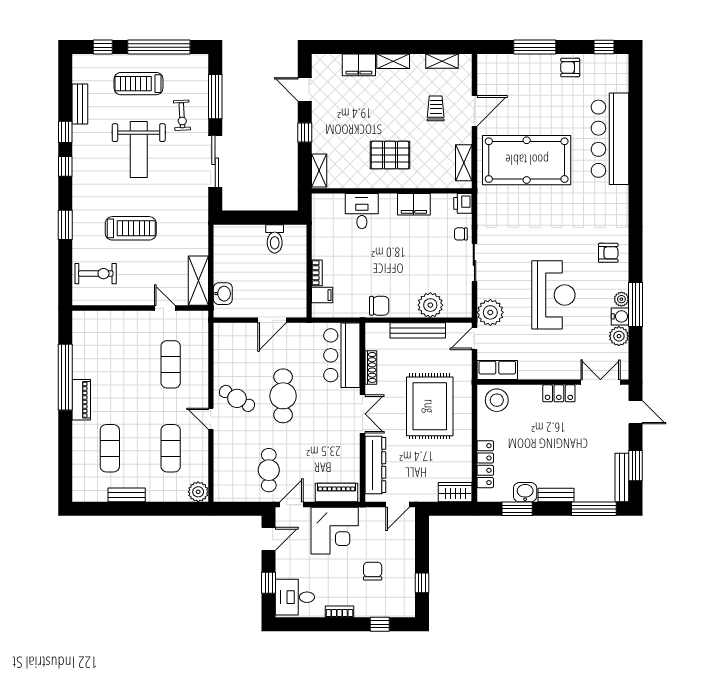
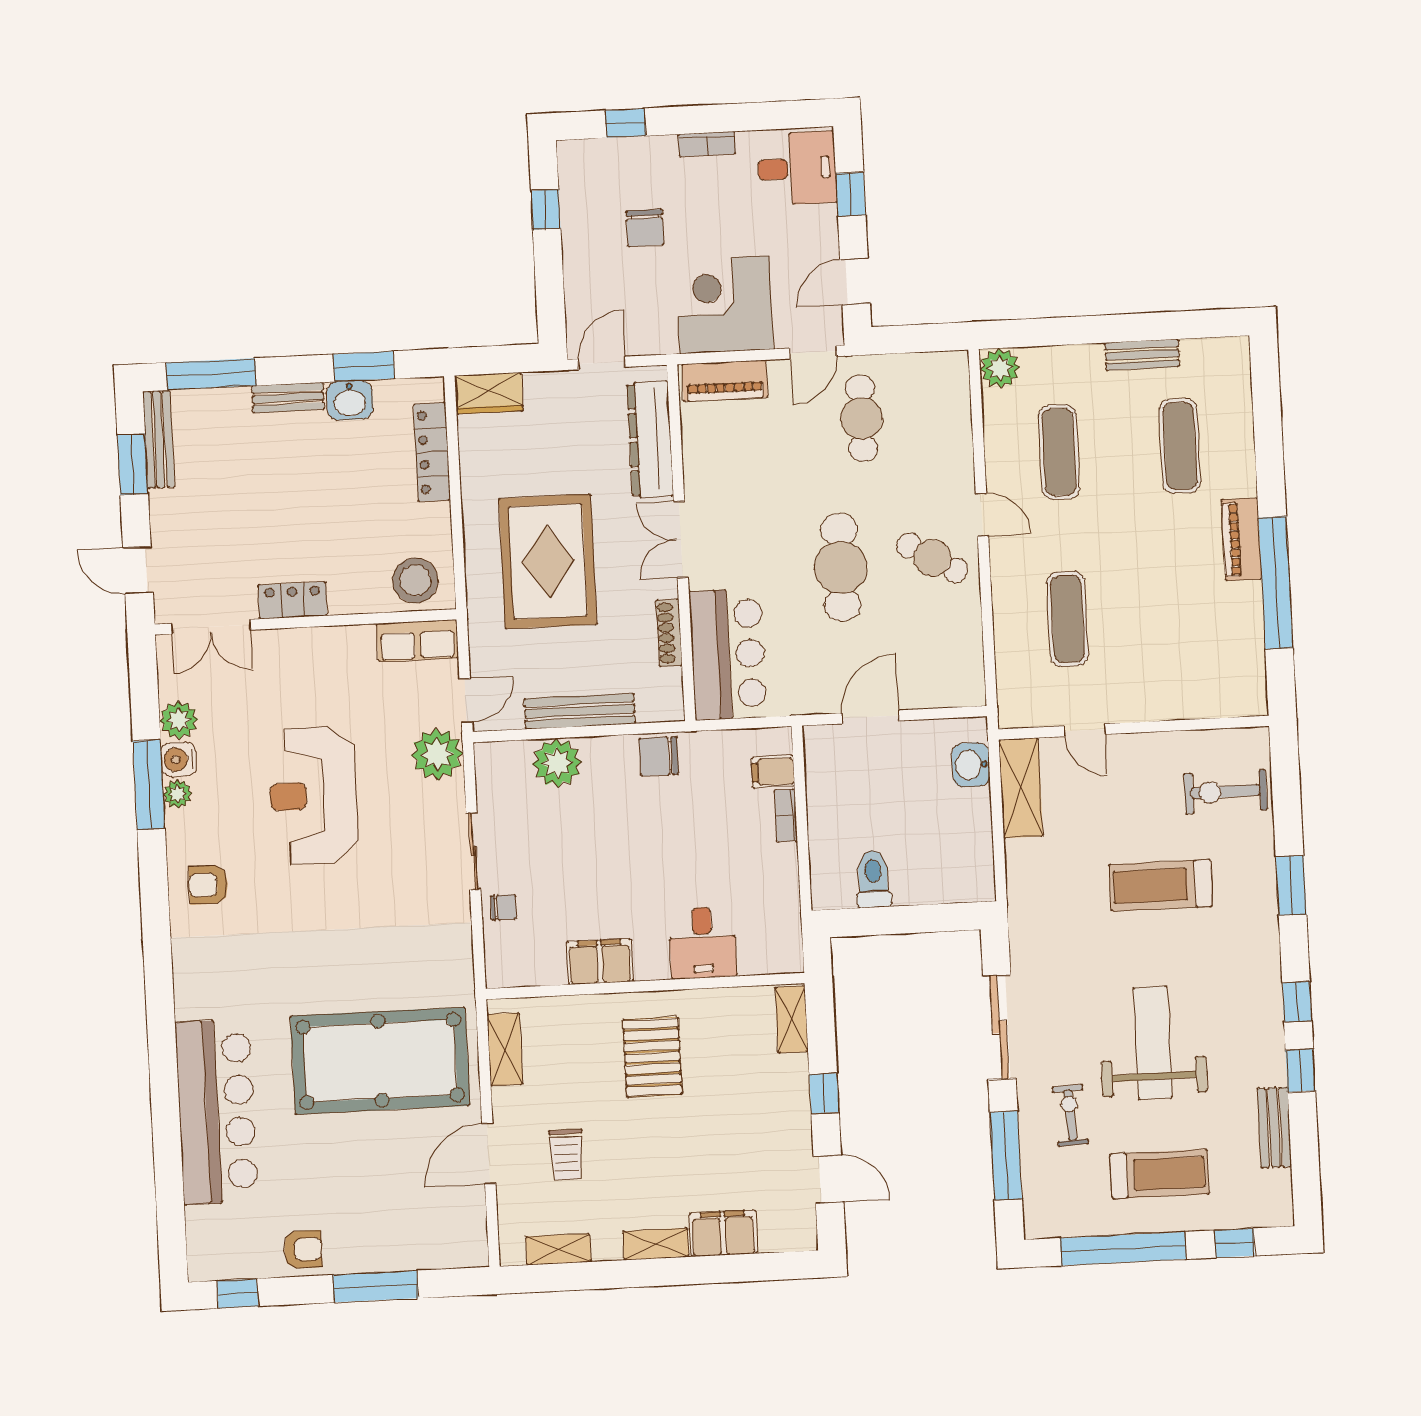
pallet: (390, 155) -> (652, 1057), turned 90
printer: (463, 203) -> (502, 968), removed

